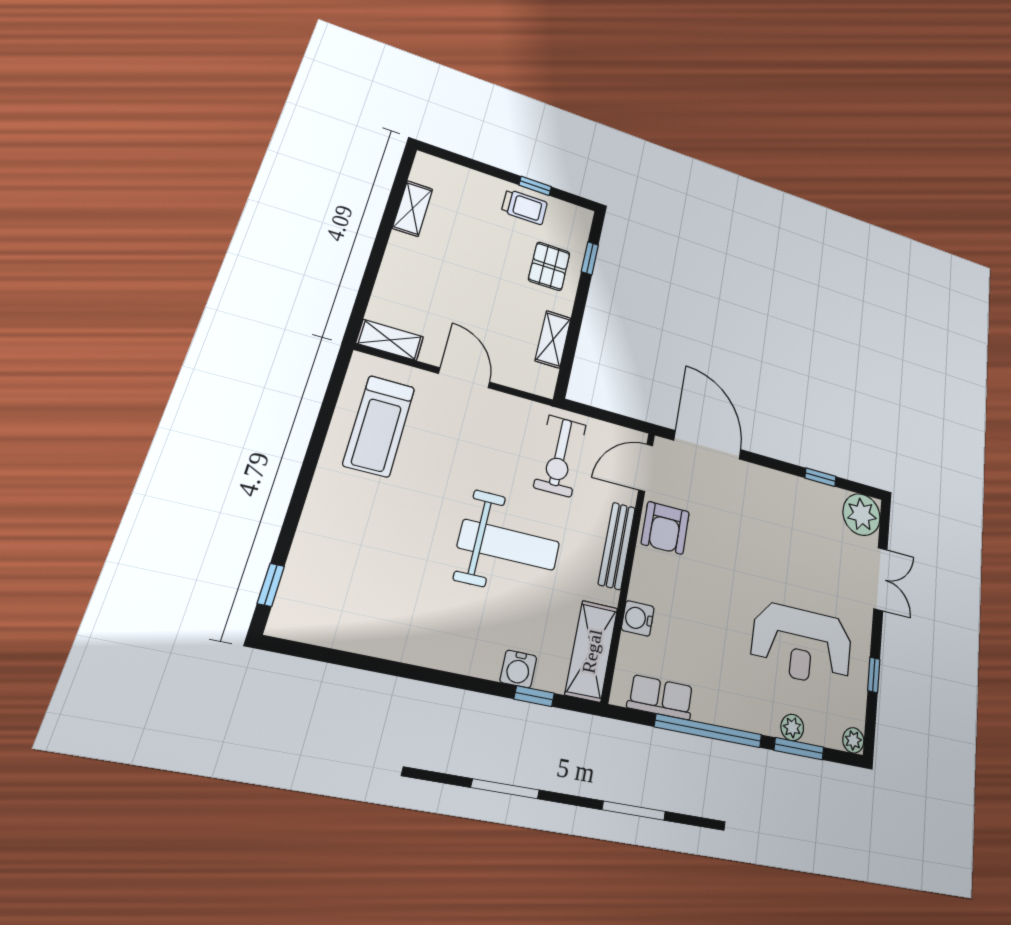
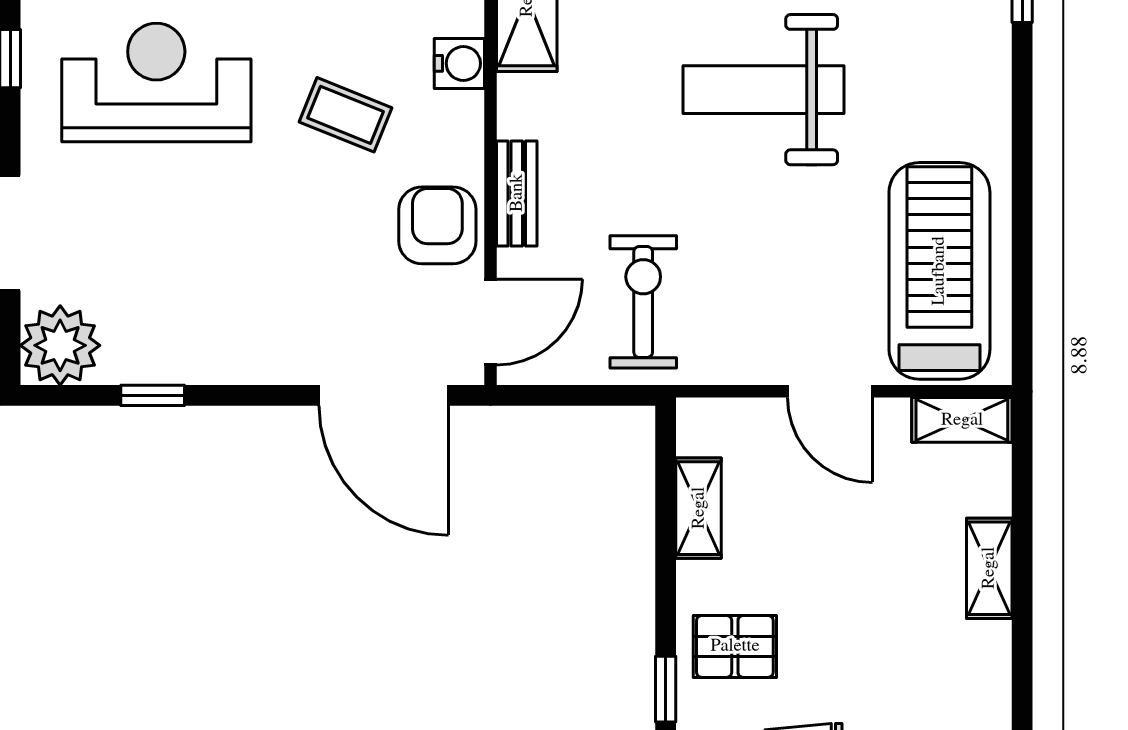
shelving: (413, 208) -> (989, 568), moved
pallet: (549, 266) -> (735, 646), turned 90
treadmill: (379, 426) -> (939, 271), width x1.37, depth x1.38
weight bench: (509, 545) -> (763, 90), moved
bench: (617, 546) -> (517, 193), width x0.73
coffee table: (705, 603) -> (346, 115), added

